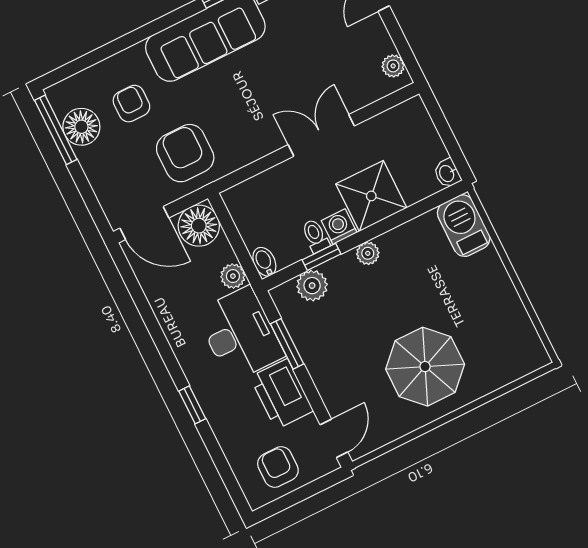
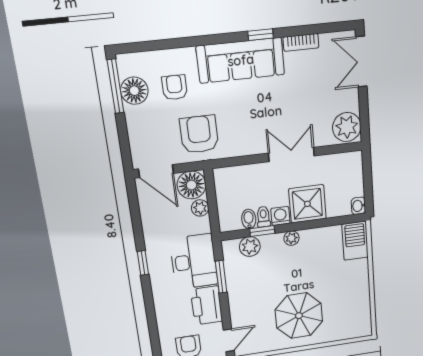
plant: (393, 66) -> (347, 127), width x1.88, depth x1.88
bidet: (264, 262) -> (249, 219), moved
plant: (233, 276) -> (200, 208), moved
window: (192, 405) -> (143, 263), moved

